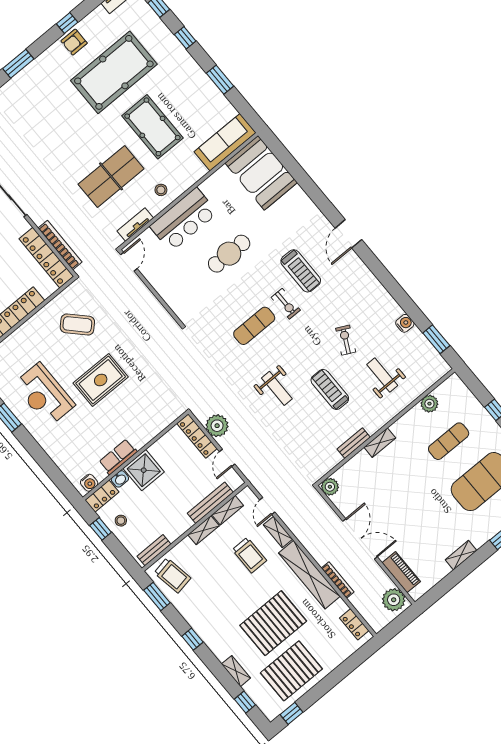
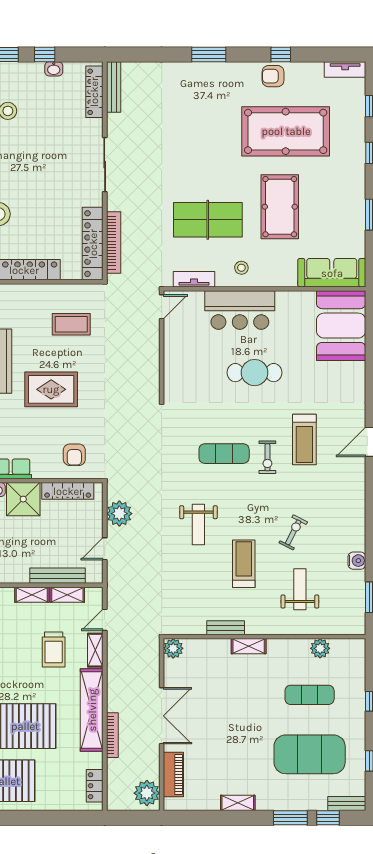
coffee table: (77, 324) -> (71, 324), turned -46
armchair: (153, 411) -> (74, 455), added
locker: (197, 436) -> (68, 491), moved, turned -90

